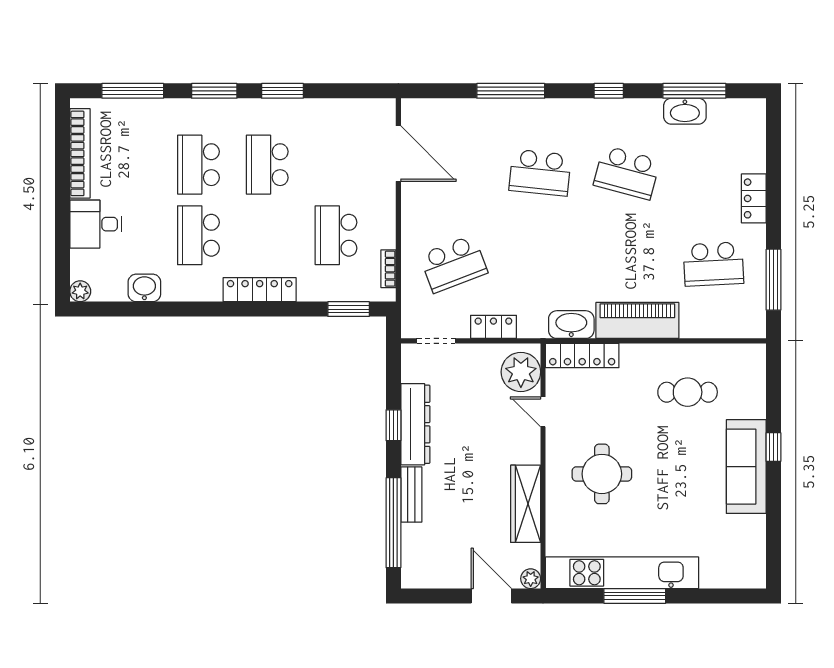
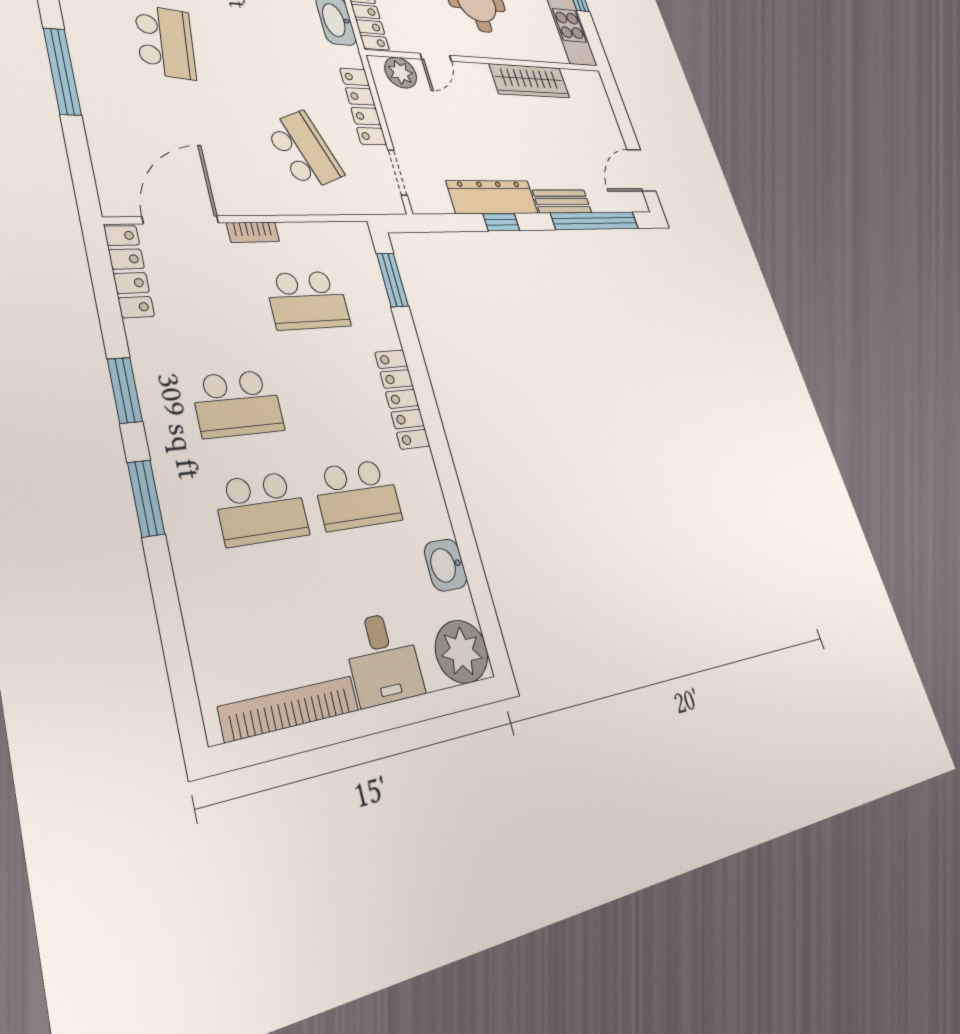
window: (133, 91) -> (173, 636), removed
locker: (362, 109) -> (129, 271), added
bookcase: (388, 269) -> (253, 232), moved
plant: (80, 291) -> (462, 652), width x1.88, depth x1.88
locker: (493, 327) -> (363, 106), width x1.53
plant: (521, 372) -> (401, 73), width x0.73, depth x0.73
plant: (531, 579) -> (594, 80), removed
door: (491, 596) -> (641, 170), moved

